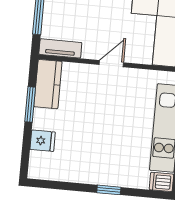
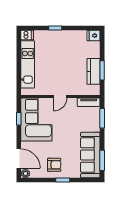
kitchen counter: (48, 84) -> (94, 71), moved
fridge: (43, 141) -> (94, 36), moved

